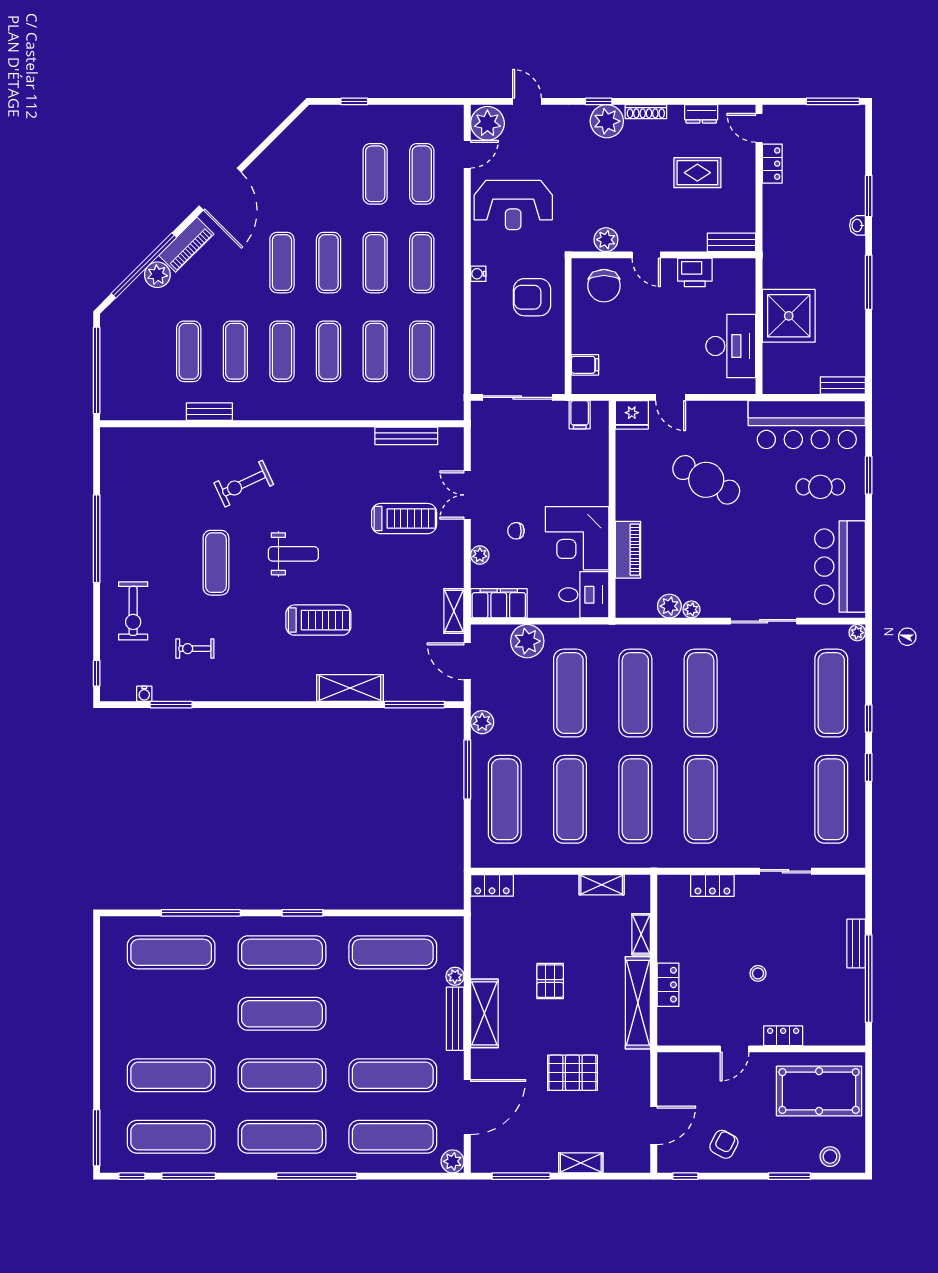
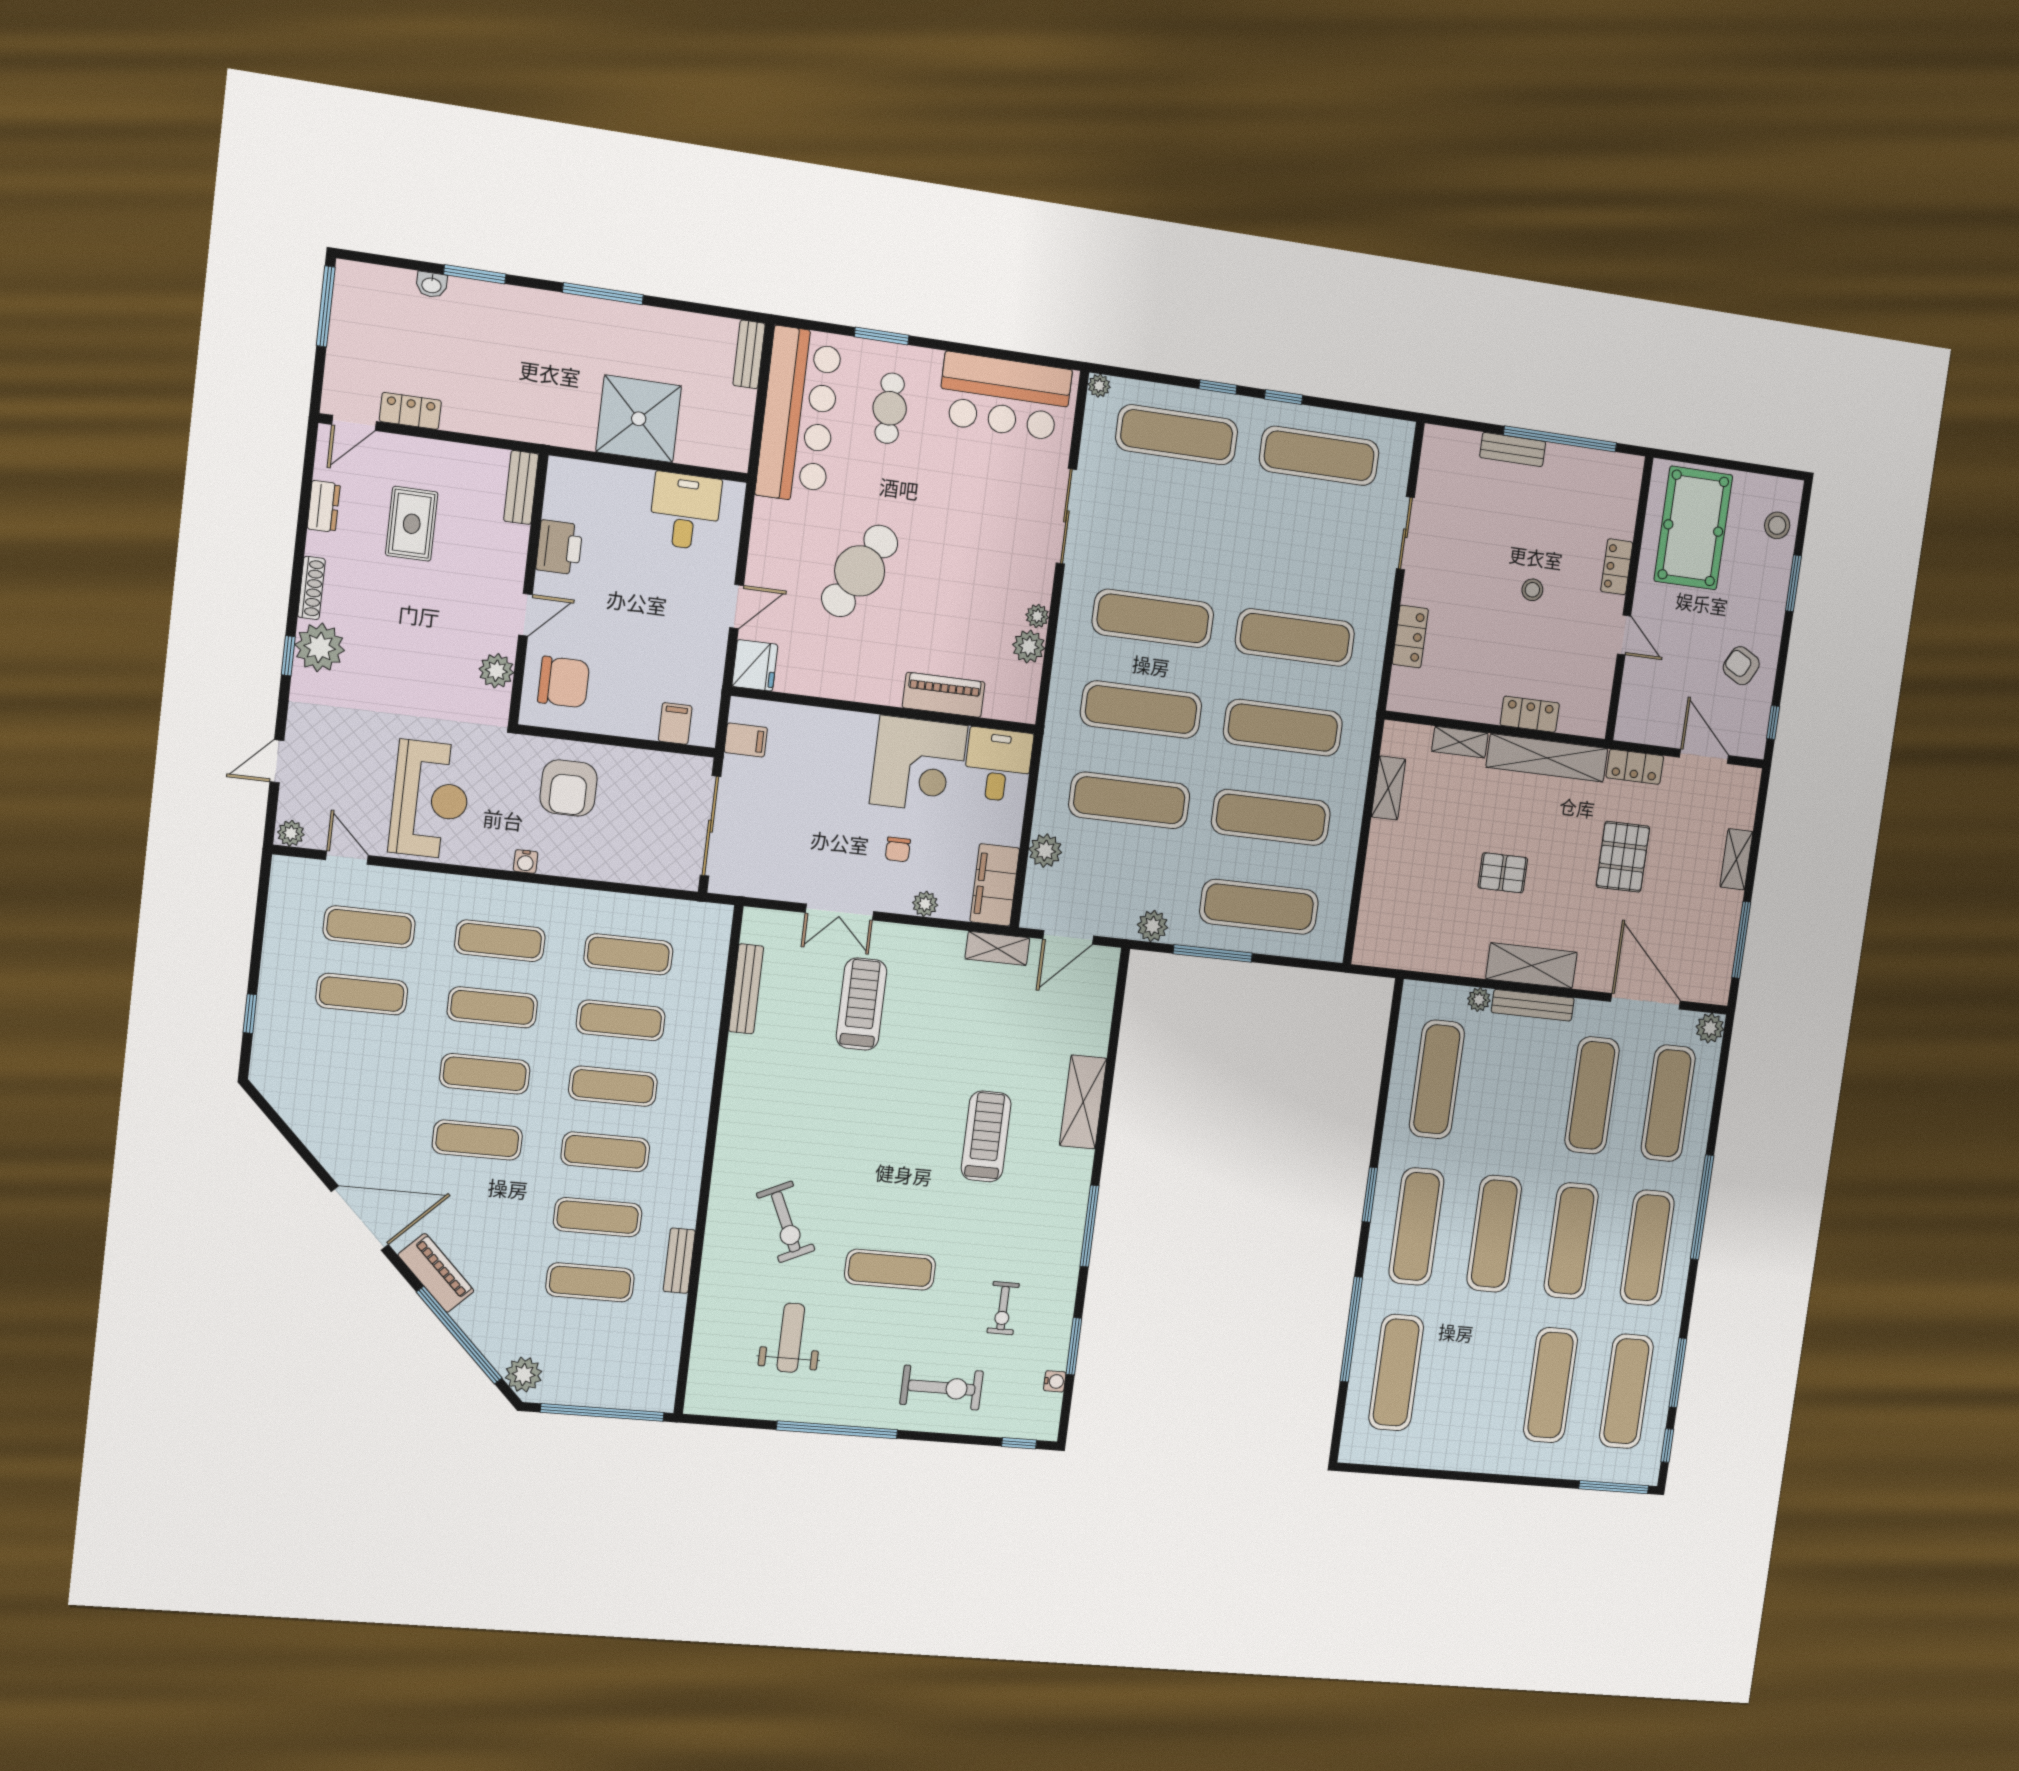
plant: (487, 123) -> (291, 833), width x0.53, depth x0.53
washbasin: (858, 225) -> (432, 285), moved
plant: (157, 275) -> (524, 1375), moved
desk: (731, 346) -> (685, 511), width x0.73
weight bench: (293, 554) -> (791, 1338), moved
plant: (527, 641) -> (1045, 851), width x0.73, depth x0.73
window: (414, 705) -> (1090, 1226), moved
locker: (492, 885) -> (1635, 767), moved, turned 90

